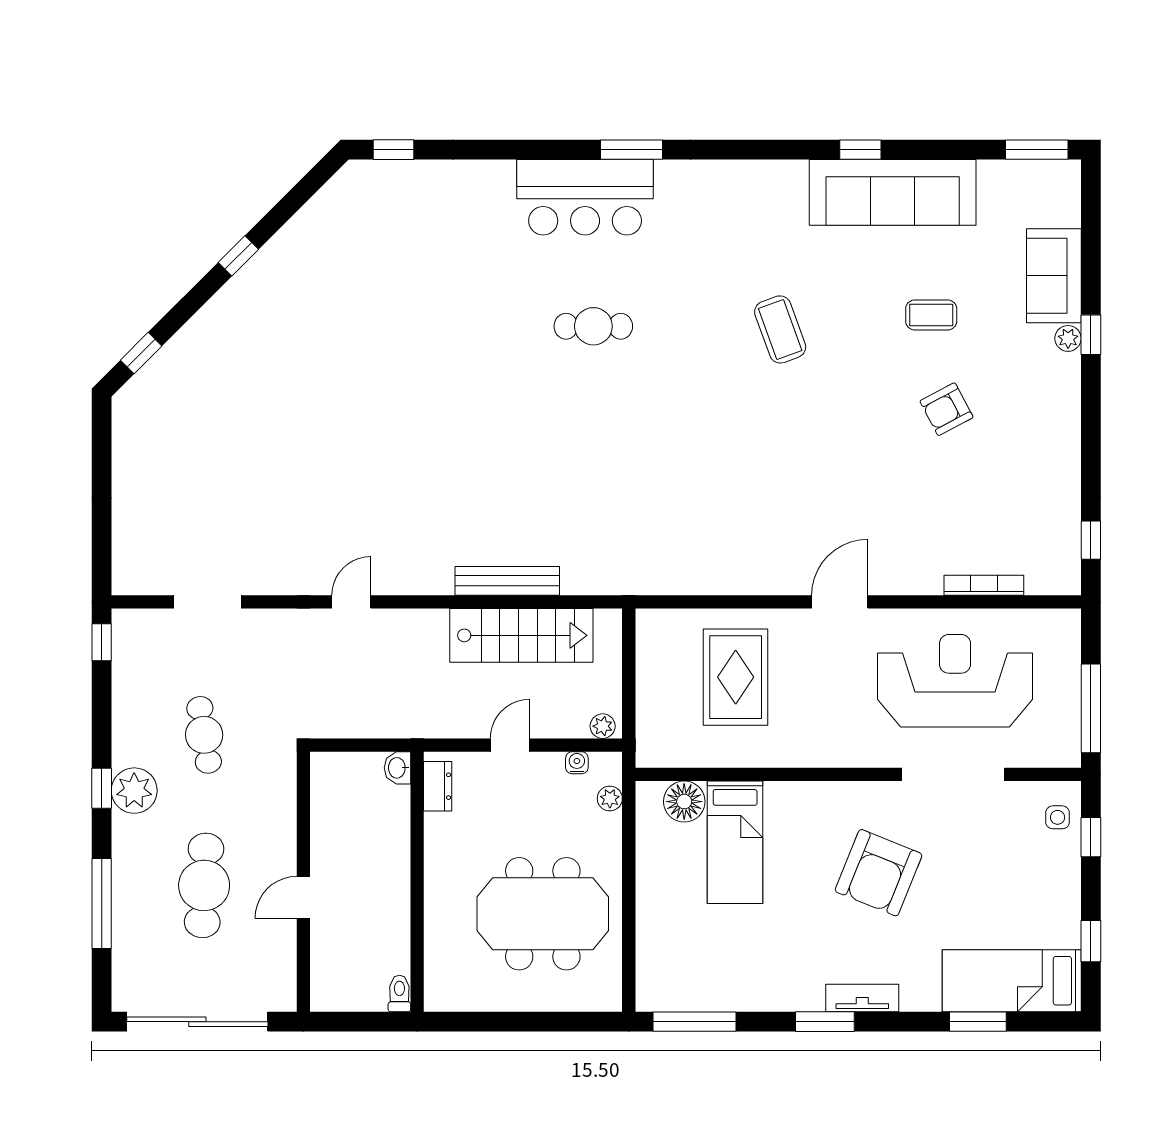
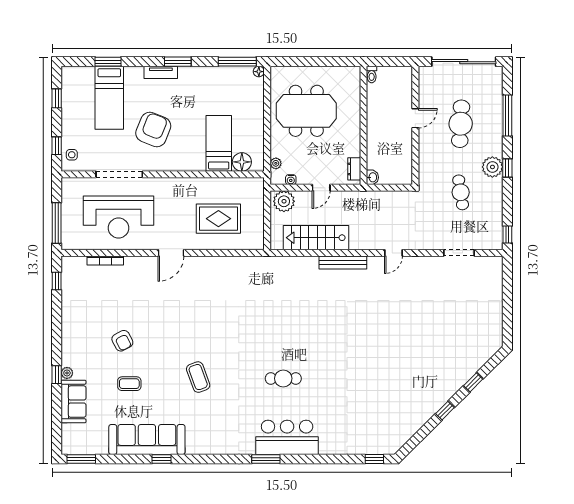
window: (141, 353) -> (473, 382), moved
armchair: (947, 409) -> (122, 341), turned 90
bench: (507, 581) -> (343, 263), moved
rug: (736, 677) -> (218, 219), turned 90
window: (1091, 708) -> (57, 223), moved
plant: (603, 726) -> (284, 201), width x1.88, depth x1.88
bed: (1012, 981) -> (109, 98), moved, turned 90
floor lamp: (647, 1000) -> (259, 72), added

